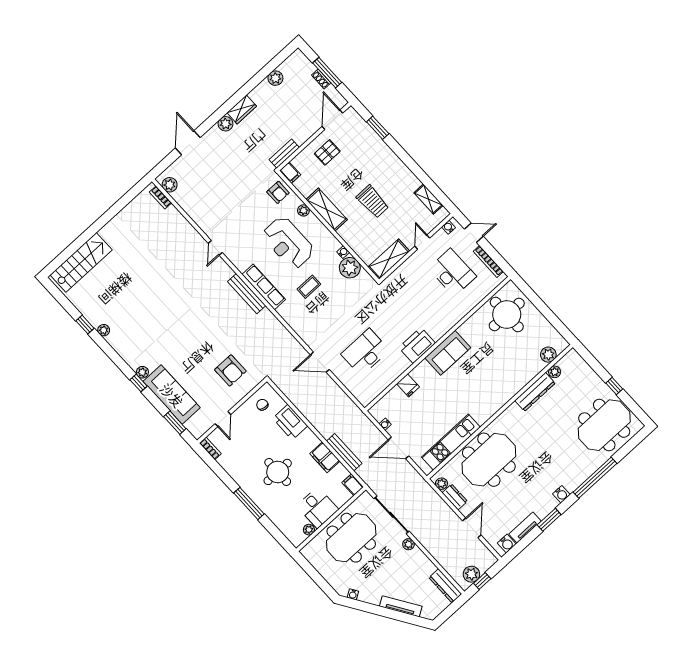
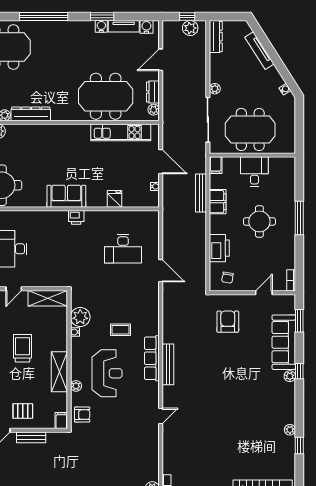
bench: (284, 154) -> (31, 437), moved
armchair: (278, 192) -> (82, 415), turned 90
printer: (417, 345) -> (76, 217), width x0.53, depth x0.68
water cooler: (561, 494) -> (101, 26), moved
plant: (309, 530) -> (274, 162), removed

